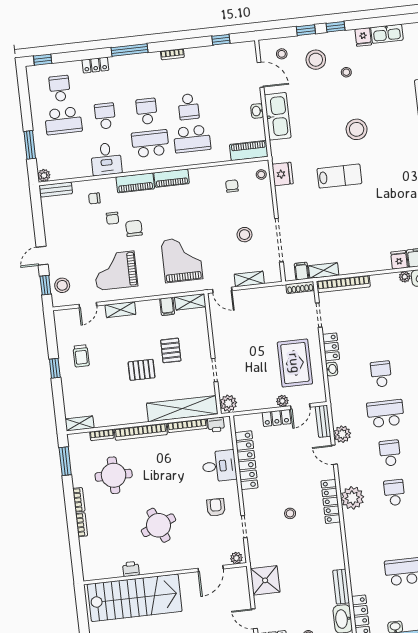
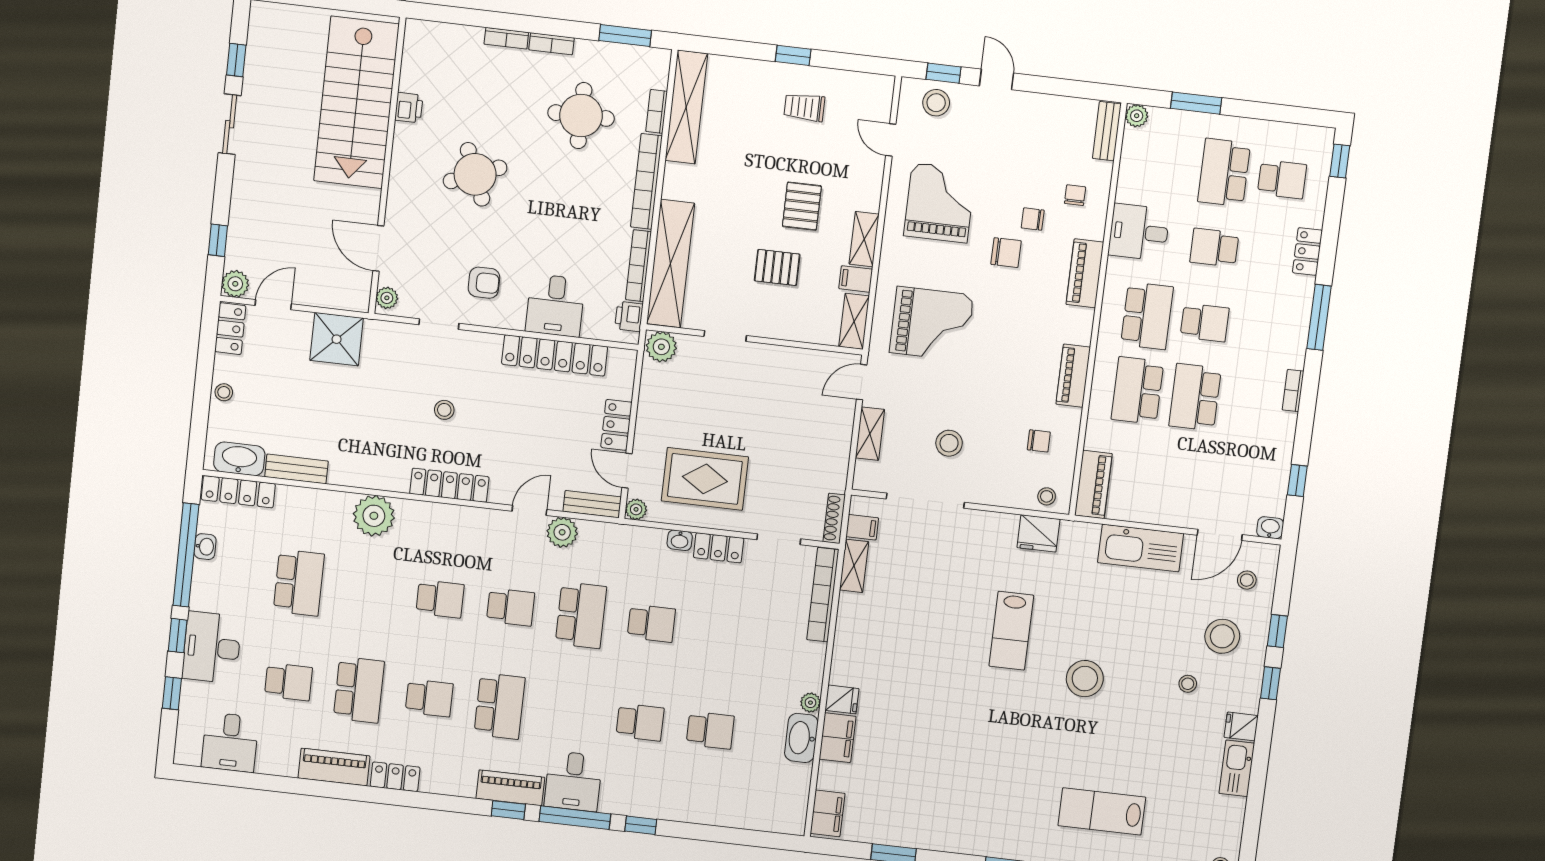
school desk: (188, 107) -> (1195, 397), width x1.85
washbasin: (257, 111) -> (1270, 528), moved
school desk: (105, 116) -> (1214, 248), turned 180
piano: (172, 178) -> (1073, 376), moved
shelving: (120, 310) -> (864, 239), moved
pallet: (142, 370) -> (802, 206), moved
plant: (282, 401) -> (636, 509), moved
shelving: (79, 423) -> (686, 107), width x2.20, depth x1.33
plant: (352, 498) -> (374, 516), moved

